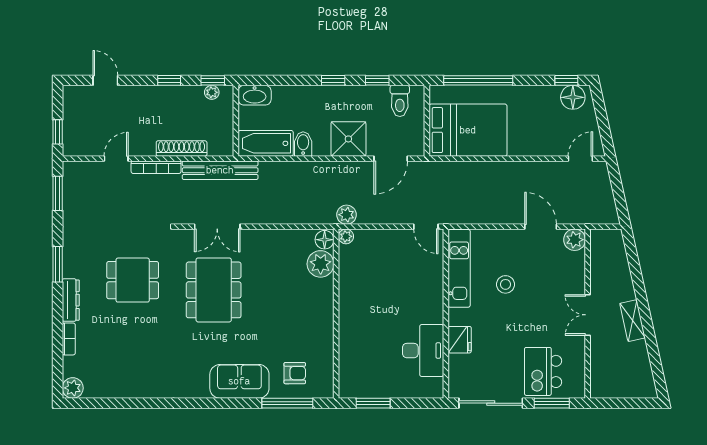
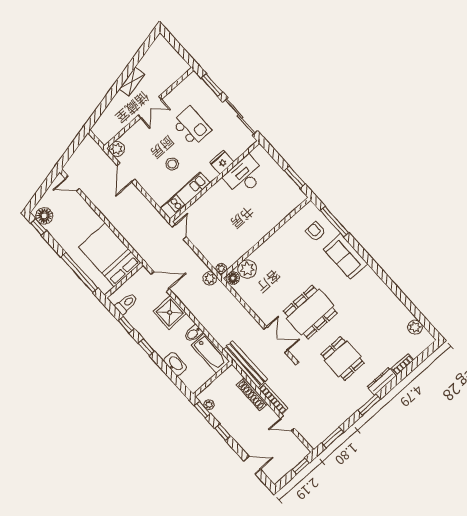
door: (105, 80) -> (252, 465), swing flipped
washbasin: (255, 95) -> (175, 364), moved
kitchen island: (543, 371) -> (192, 126), moved, turned -90
plant: (73, 388) -> (415, 327), moved

